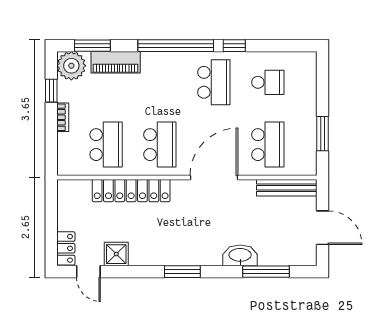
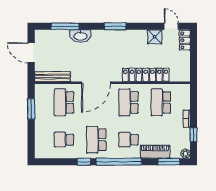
plant: (71, 66) -> (186, 154), width x0.53, depth x0.53
school desk: (160, 82) -> (128, 140), added

